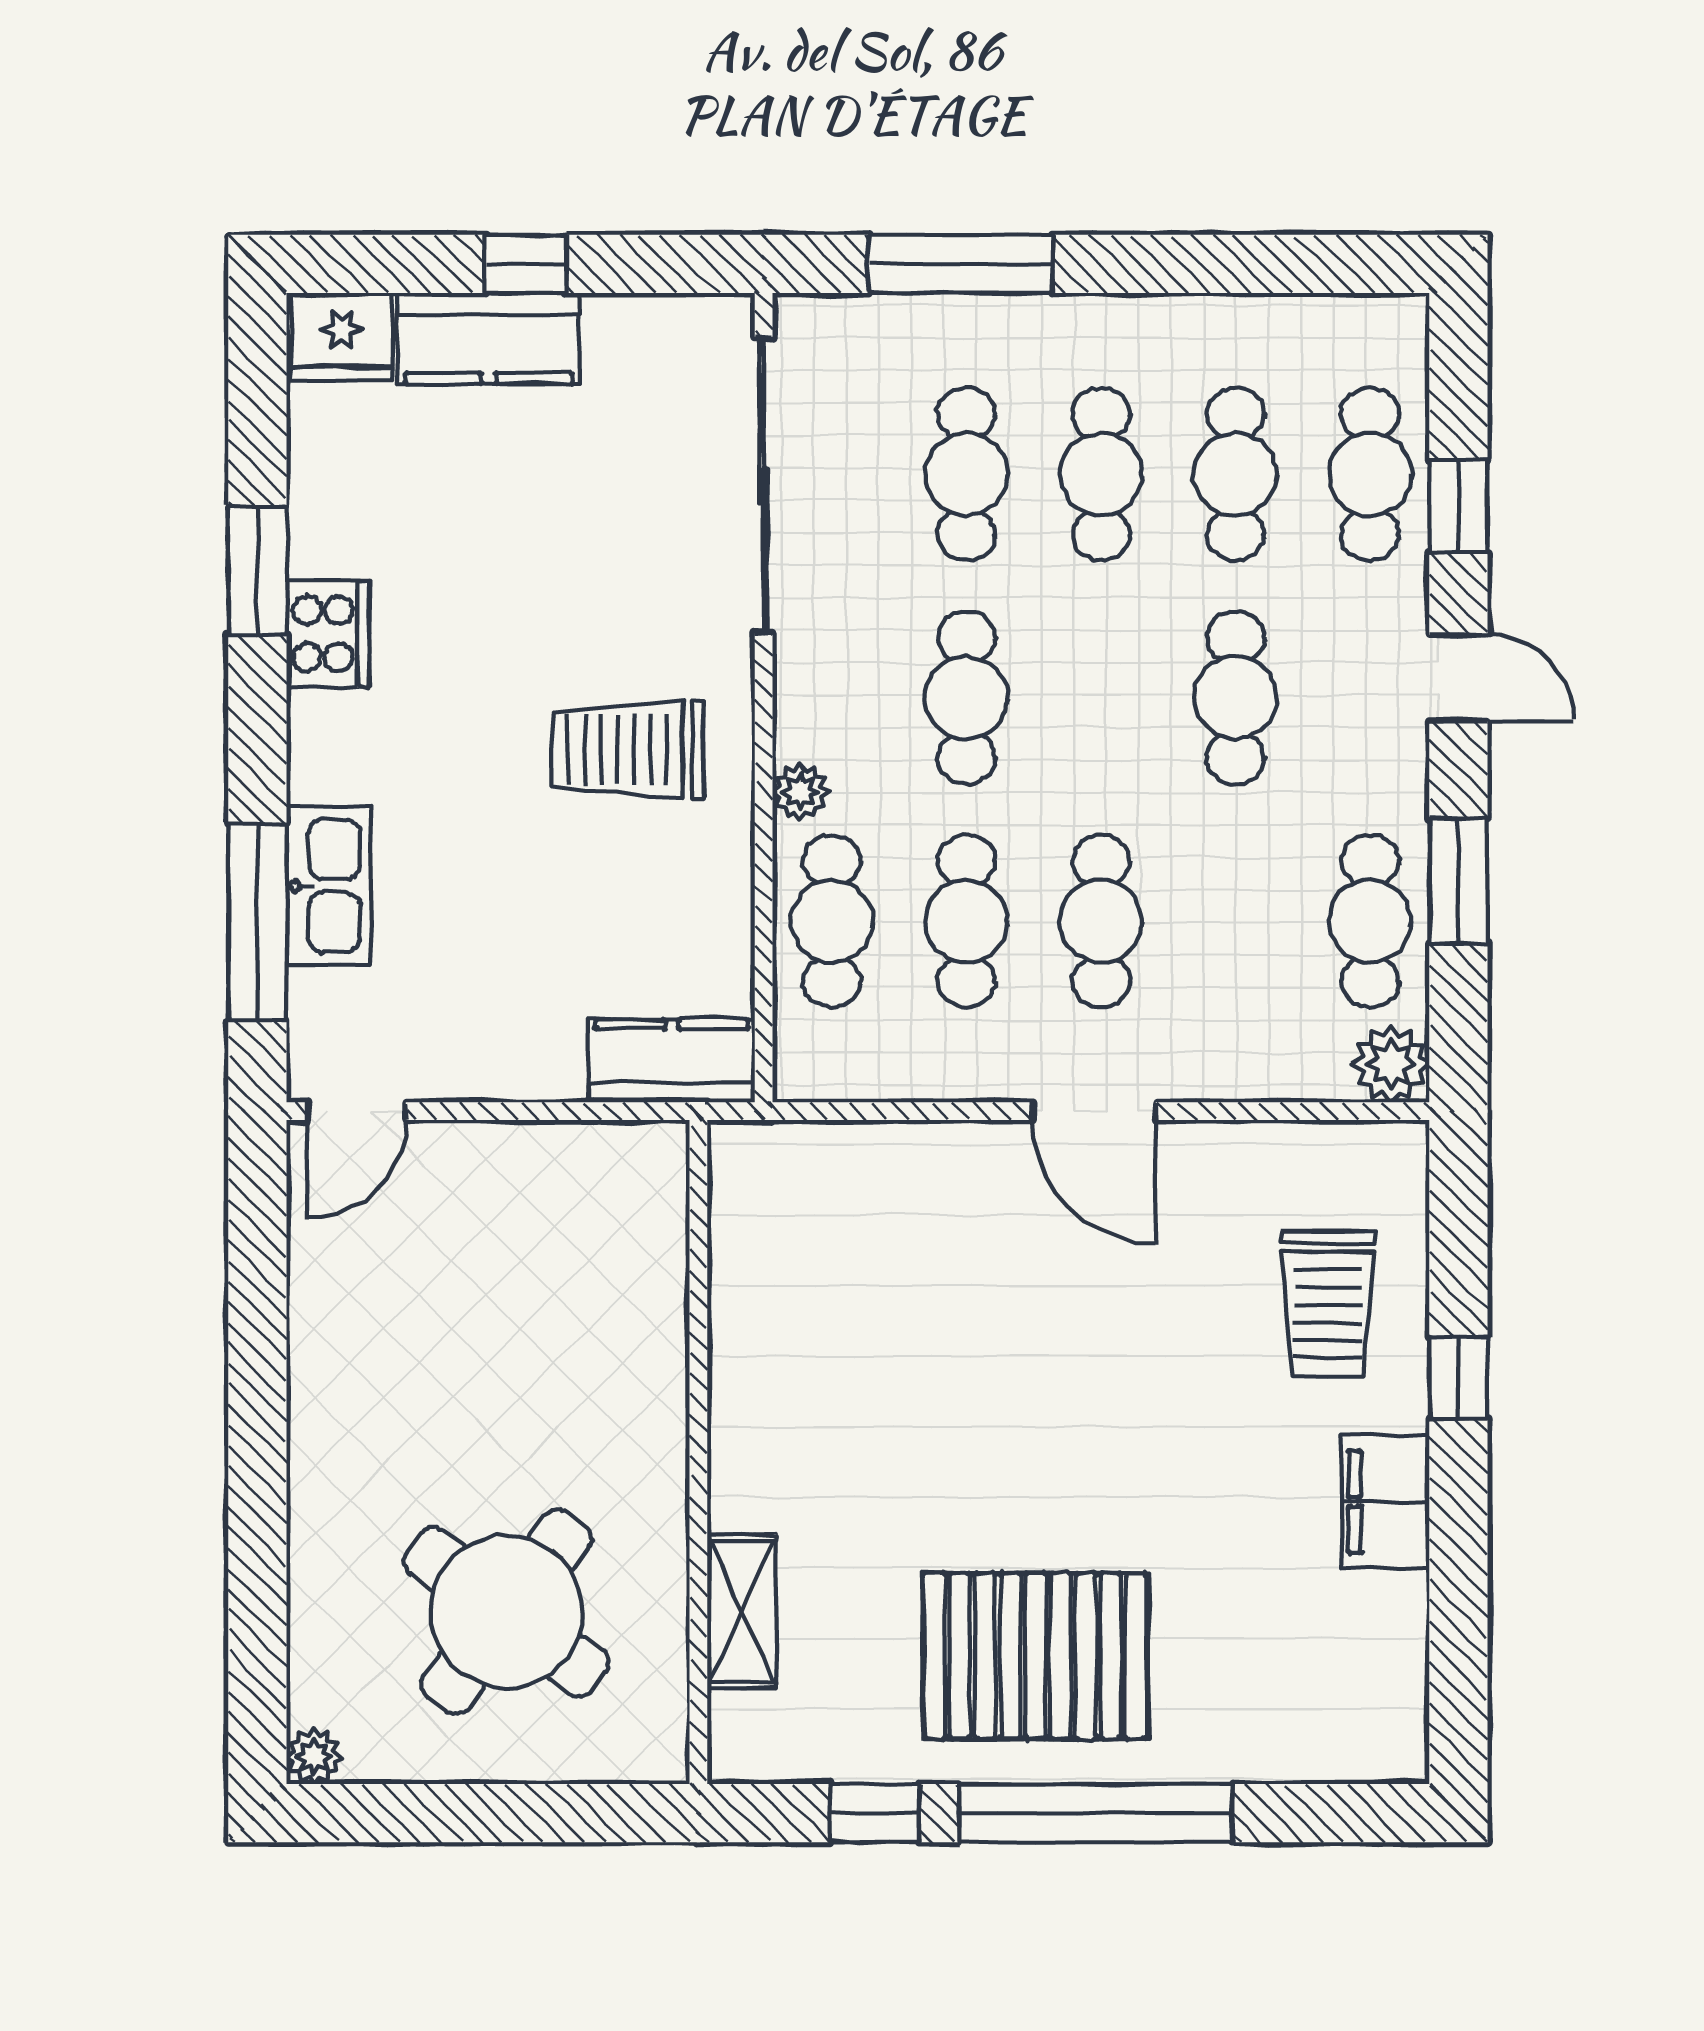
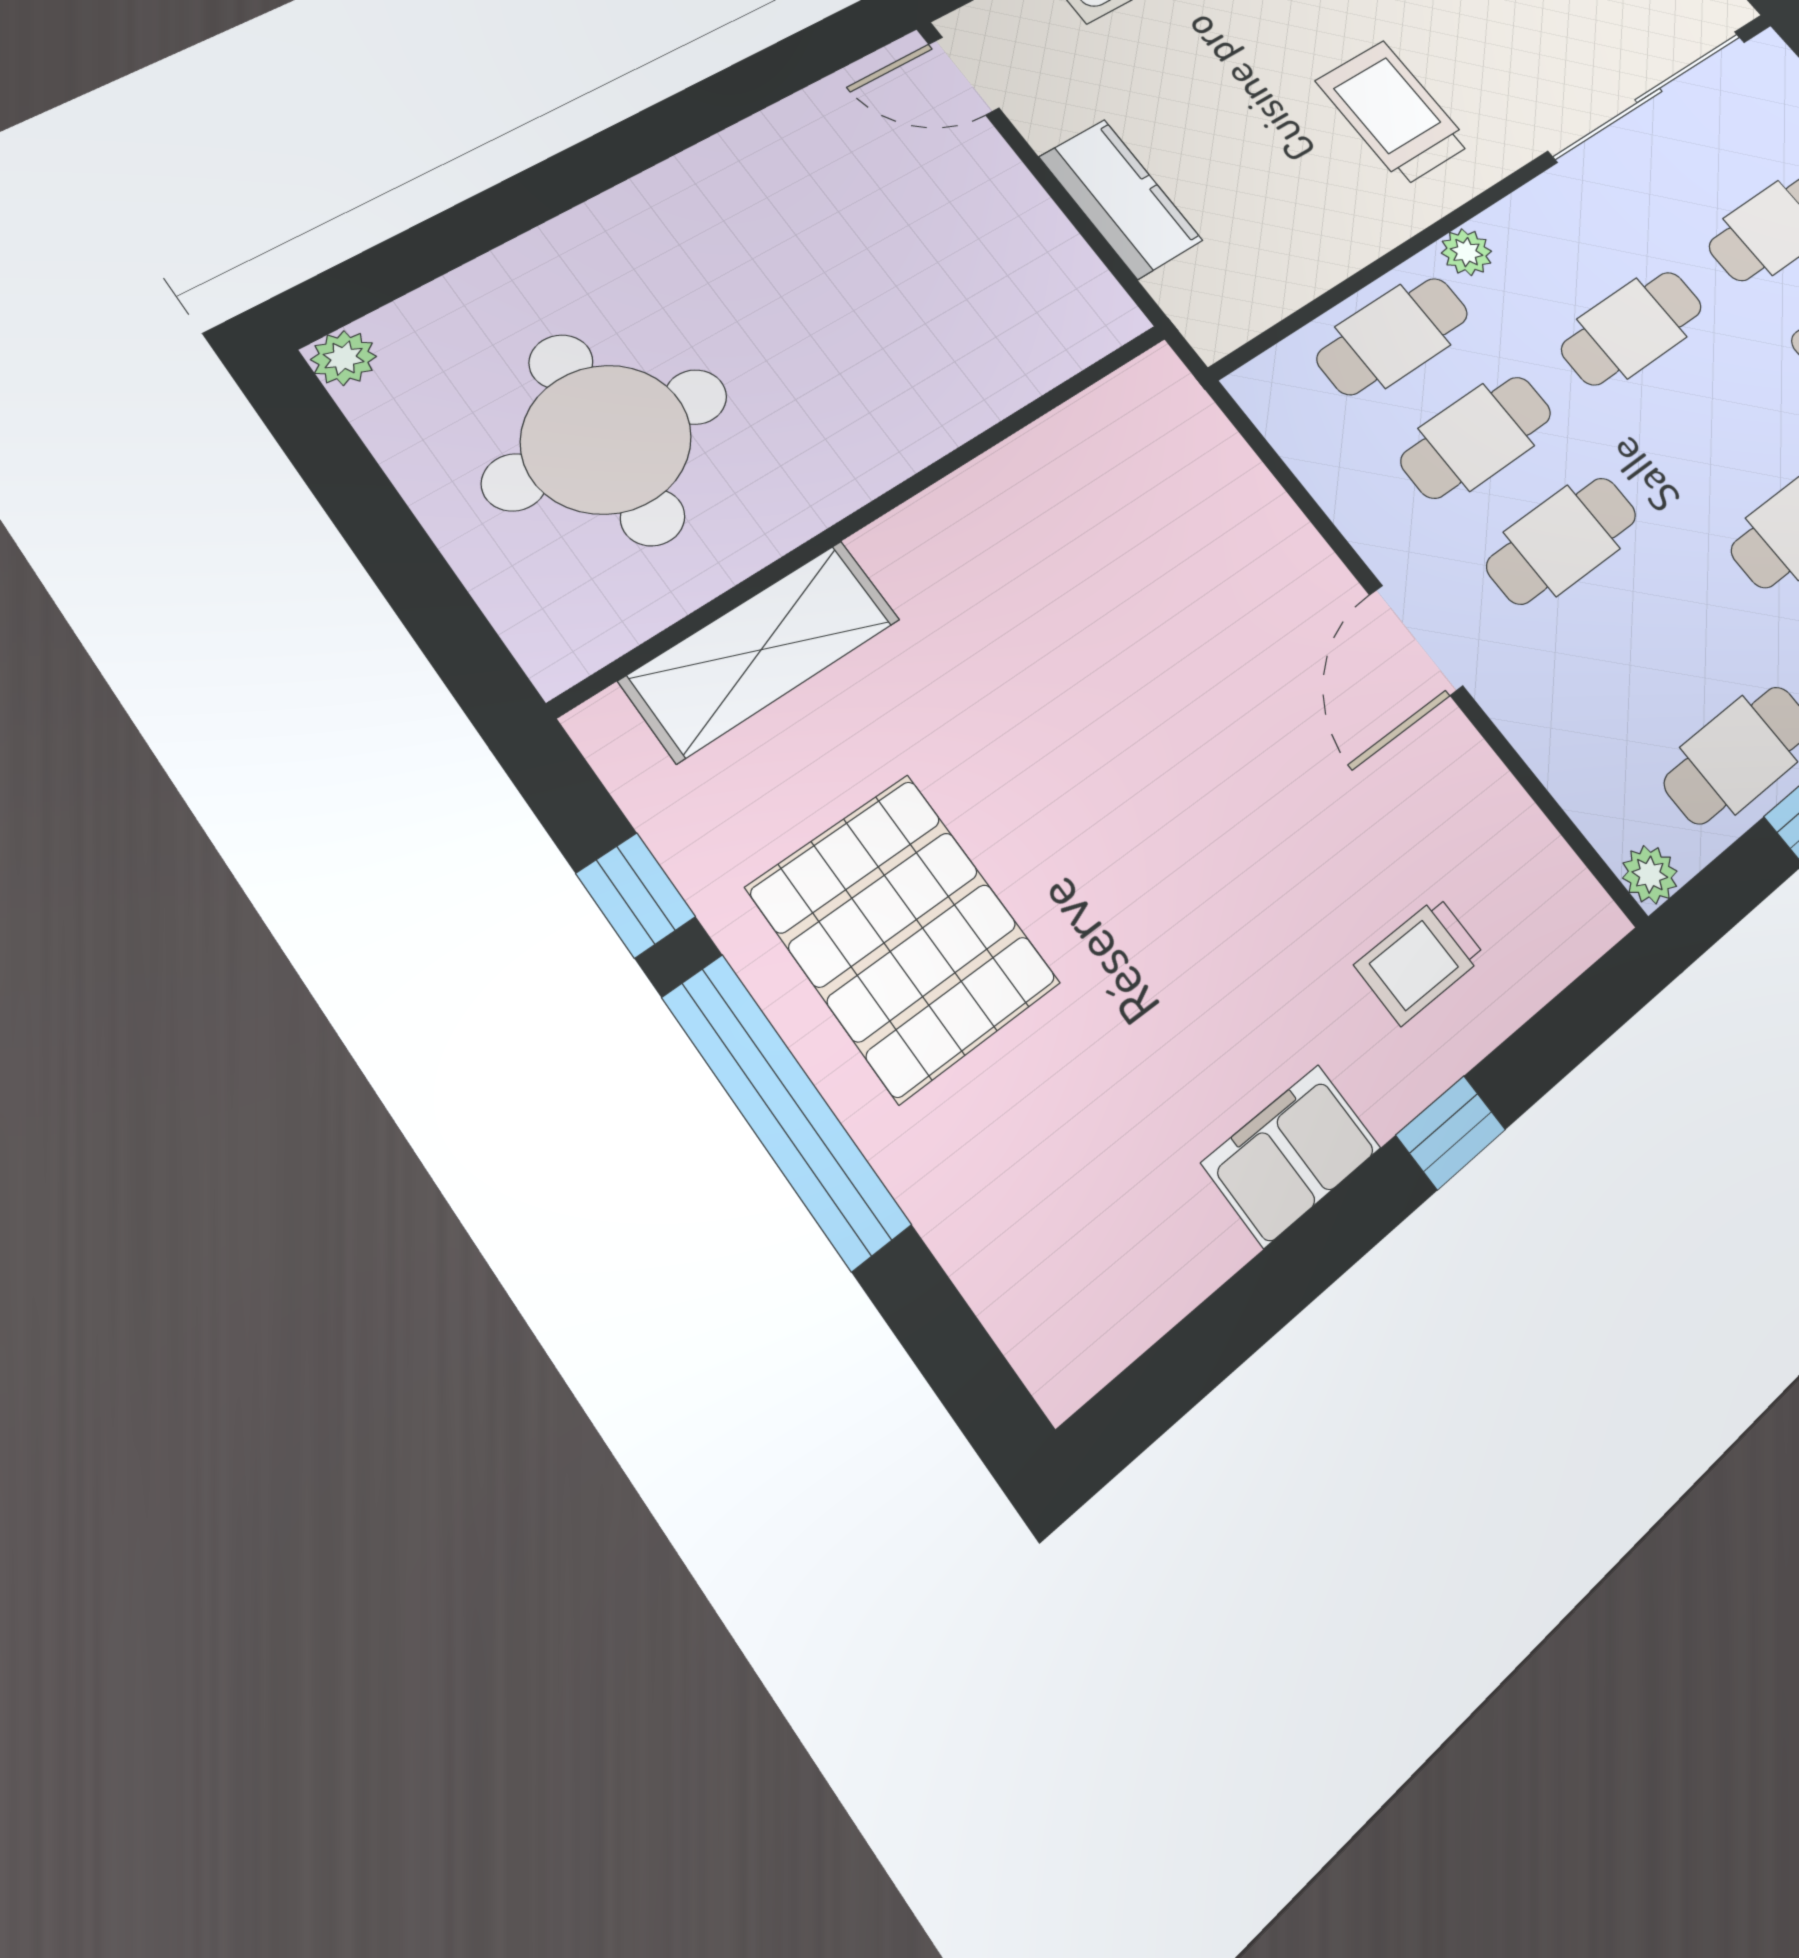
kitchen counter: (672, 1061) -> (1121, 199), moved
plant: (1391, 1064) -> (1650, 875), width x0.73, depth x0.73
trolley: (1328, 1304) -> (1420, 960), width x0.73, depth x0.72
shelving: (742, 1611) -> (761, 650), width x1.50, depth x1.33
round table: (506, 1612) -> (606, 439), turned -32

